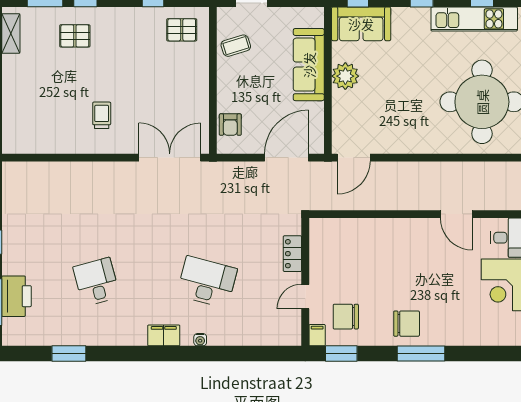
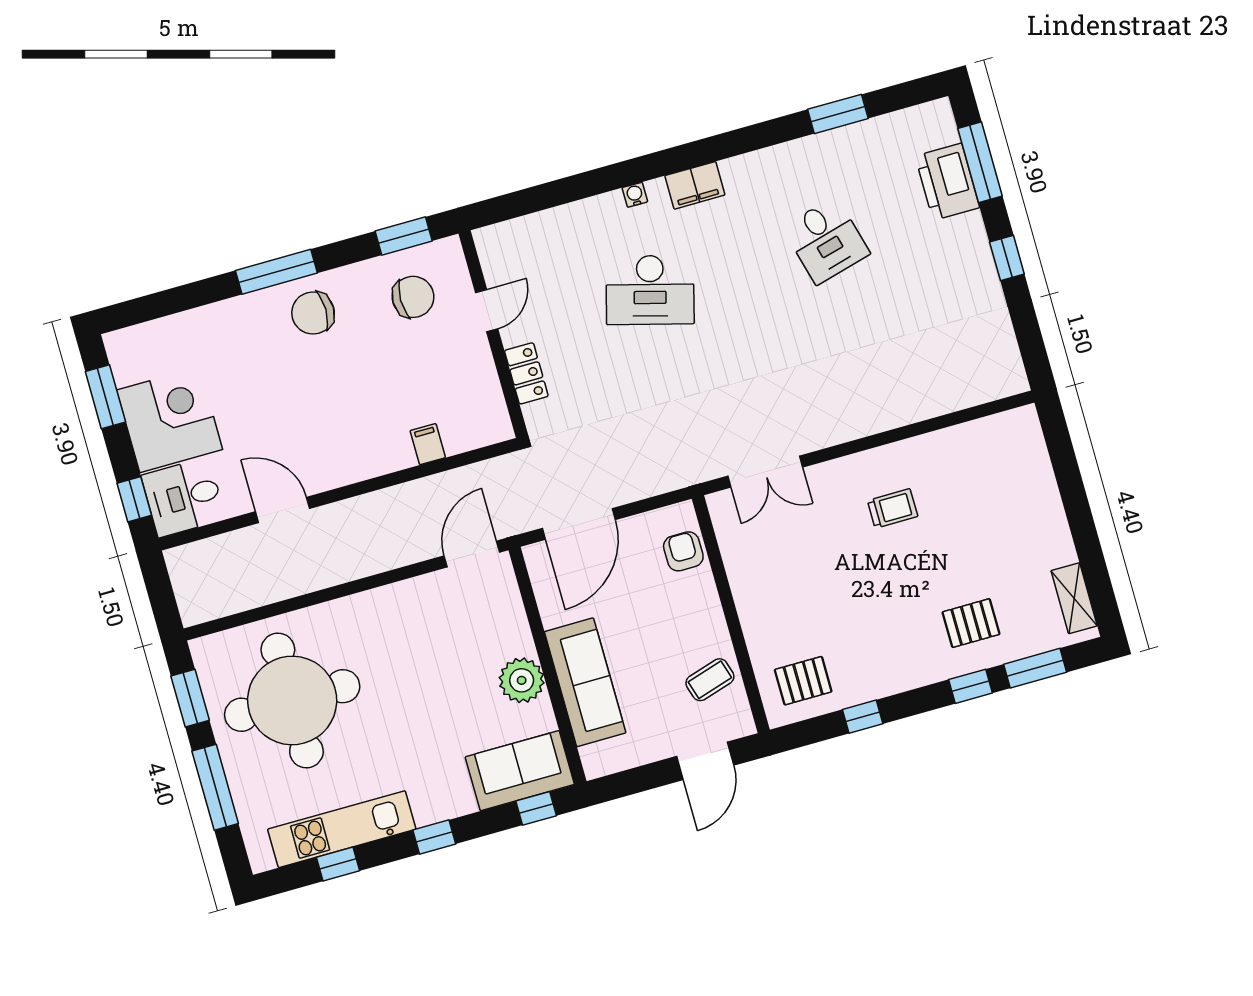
trolley: (102, 115) -> (893, 508), turned -90
double door: (170, 158) -> (765, 472), width x0.73
filing cabinet: (317, 335) -> (428, 444), moved, turned 180

